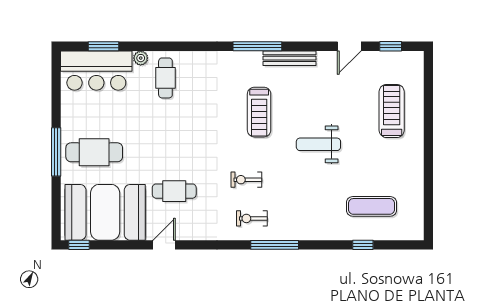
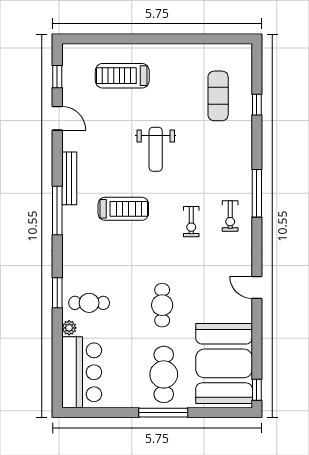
window: (103, 46) -> (57, 293), moved
cafe table: (174, 191) -> (162, 305), moved
door: (164, 245) -> (257, 287), moved

